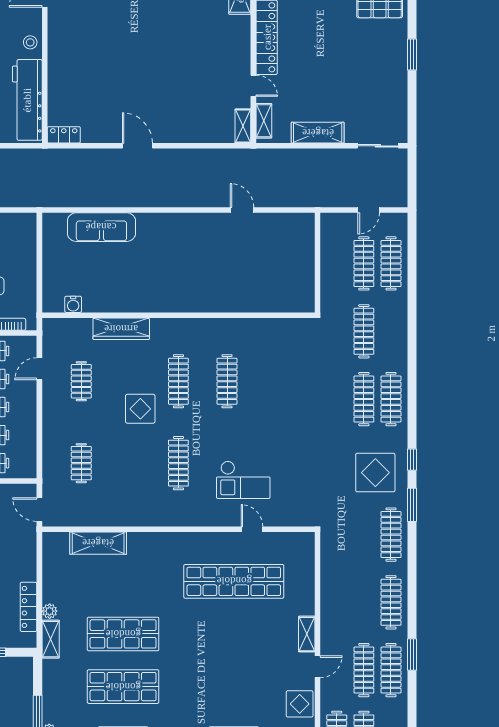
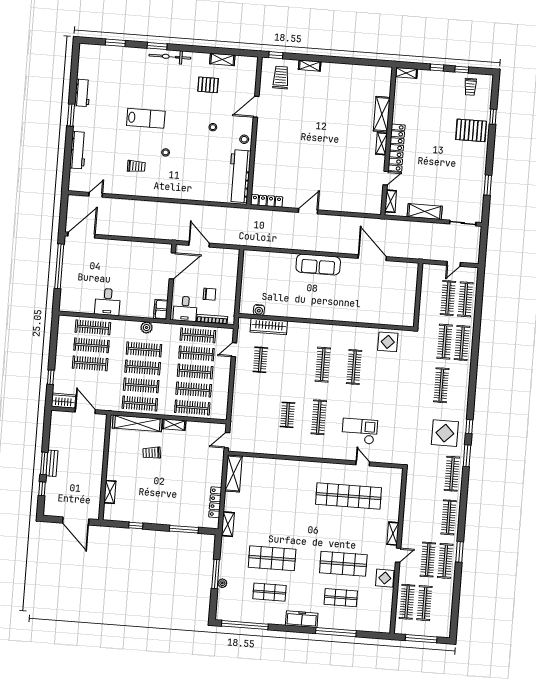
window: (412, 54) -> (488, 185), moved
door: (253, 86) -> (386, 178), hinge flipped
shelving: (243, 126) -> (382, 144), moved
locker: (64, 135) -> (267, 201), width x1.53
door: (137, 146) -> (308, 211), hinge flipped
door: (242, 210) -> (372, 258), width x1.87
sofa: (101, 227) -> (318, 264), moved
wardrobe: (121, 329) -> (269, 326), moved
clothes rail: (391, 399) -> (462, 343), moved
display table: (140, 409) -> (388, 342), moved
clothes rail: (81, 463) -> (288, 415), moved
checkout: (243, 480) -> (360, 431), turned 180
door: (39, 510) -> (227, 440), hinge flipped
shelving: (98, 543) -> (233, 473), moved, turned 90
plant: (50, 611) -> (228, 506), removed
shop shelf: (123, 634) -> (343, 564), moved

